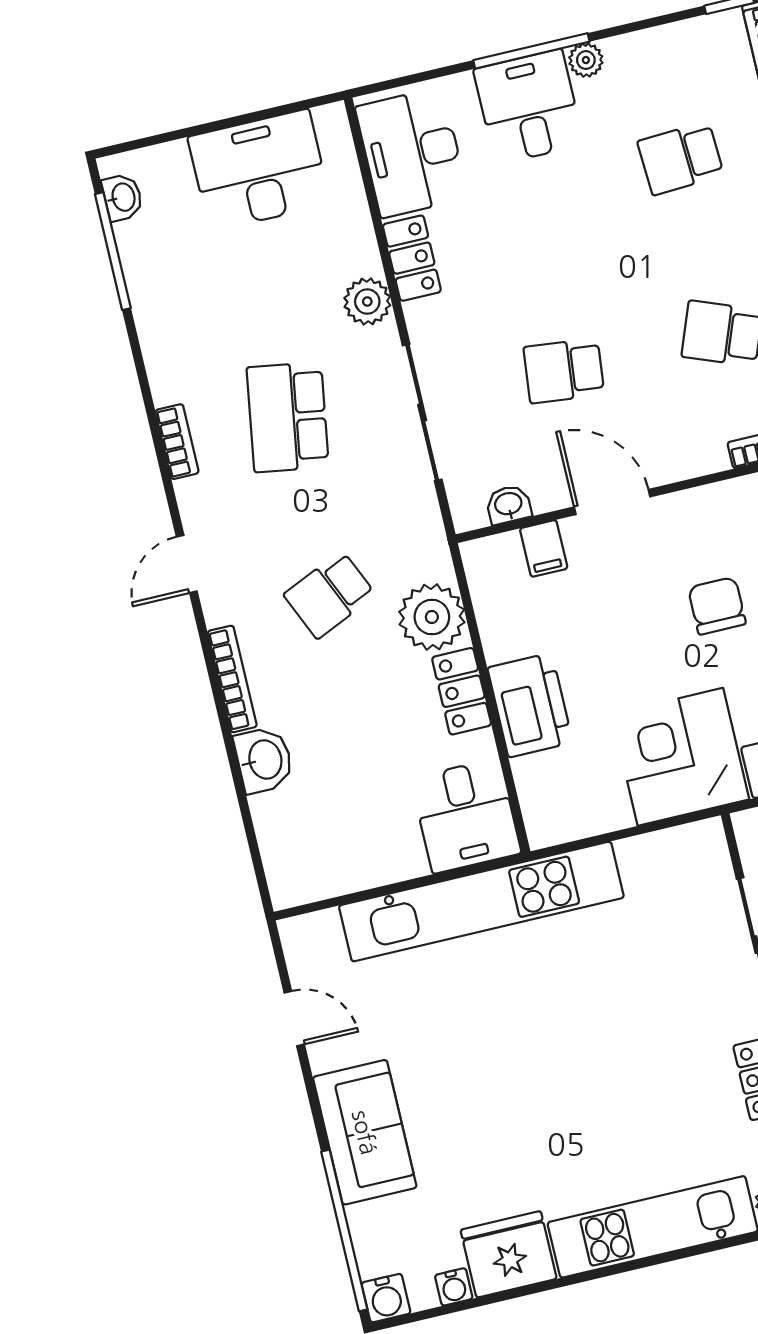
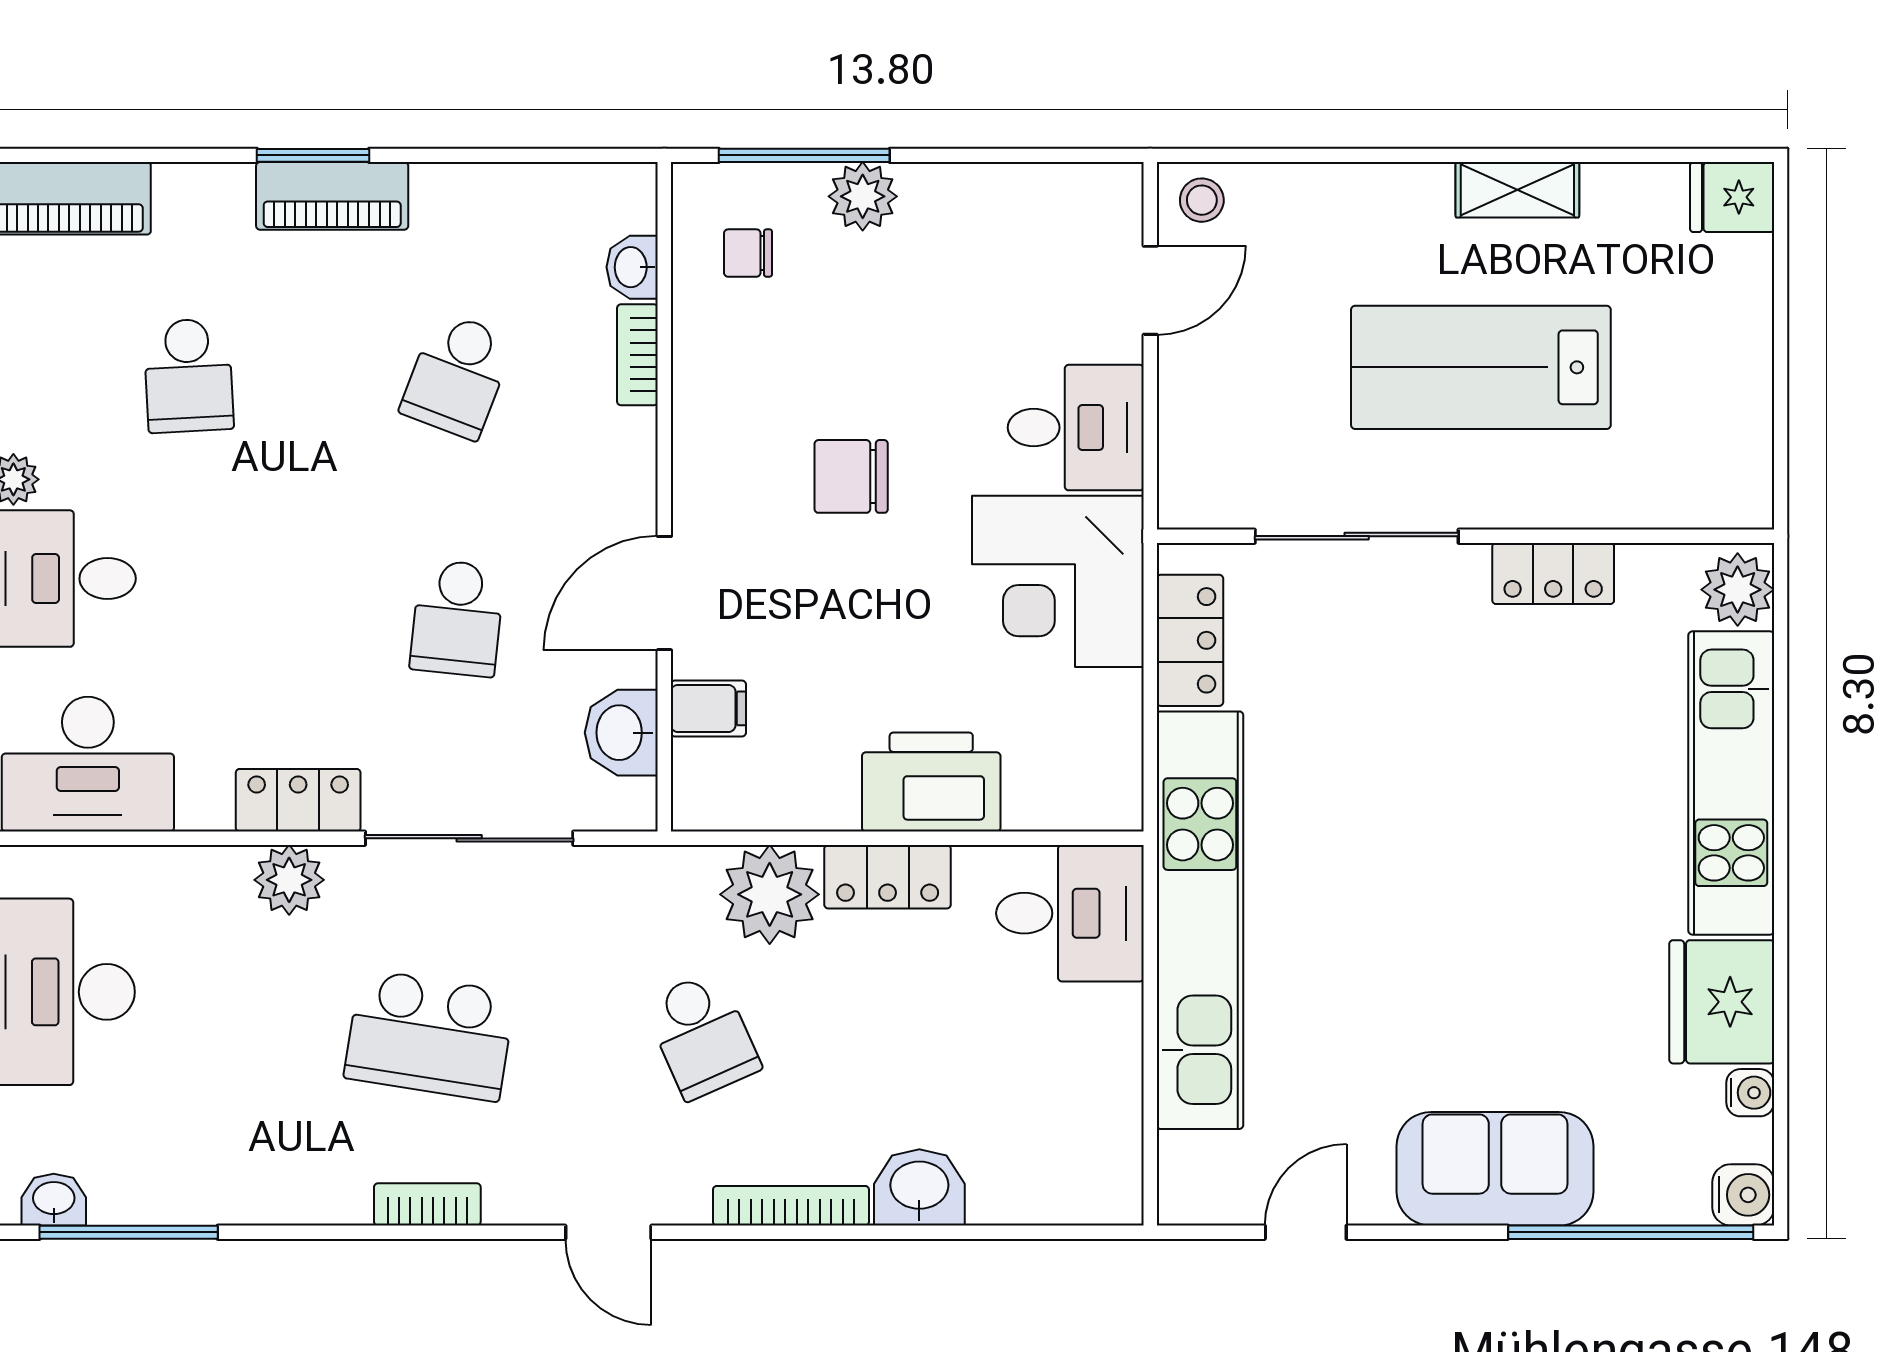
locker: (412, 258) -> (298, 800), moved
washbasin: (508, 505) -> (621, 733), width x1.38, depth x1.45
locker: (662, 852) -> (1190, 640), added

